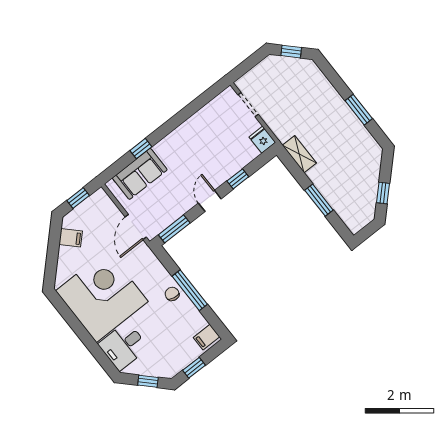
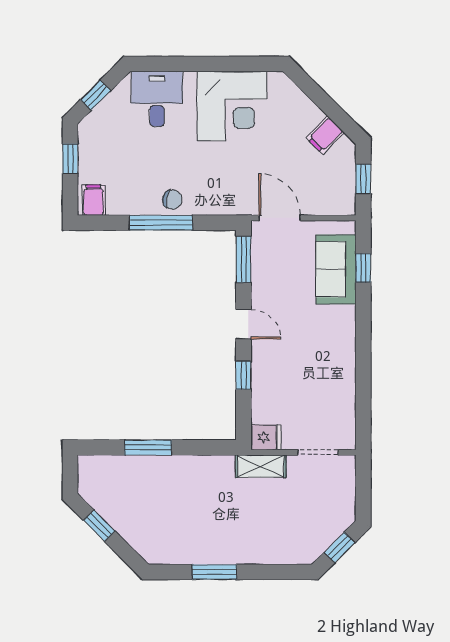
window: (141, 149) -> (363, 268), moved
shelving: (299, 154) -> (261, 466), moved
corner desk: (102, 296) -> (232, 106), width x0.74, depth x0.74

